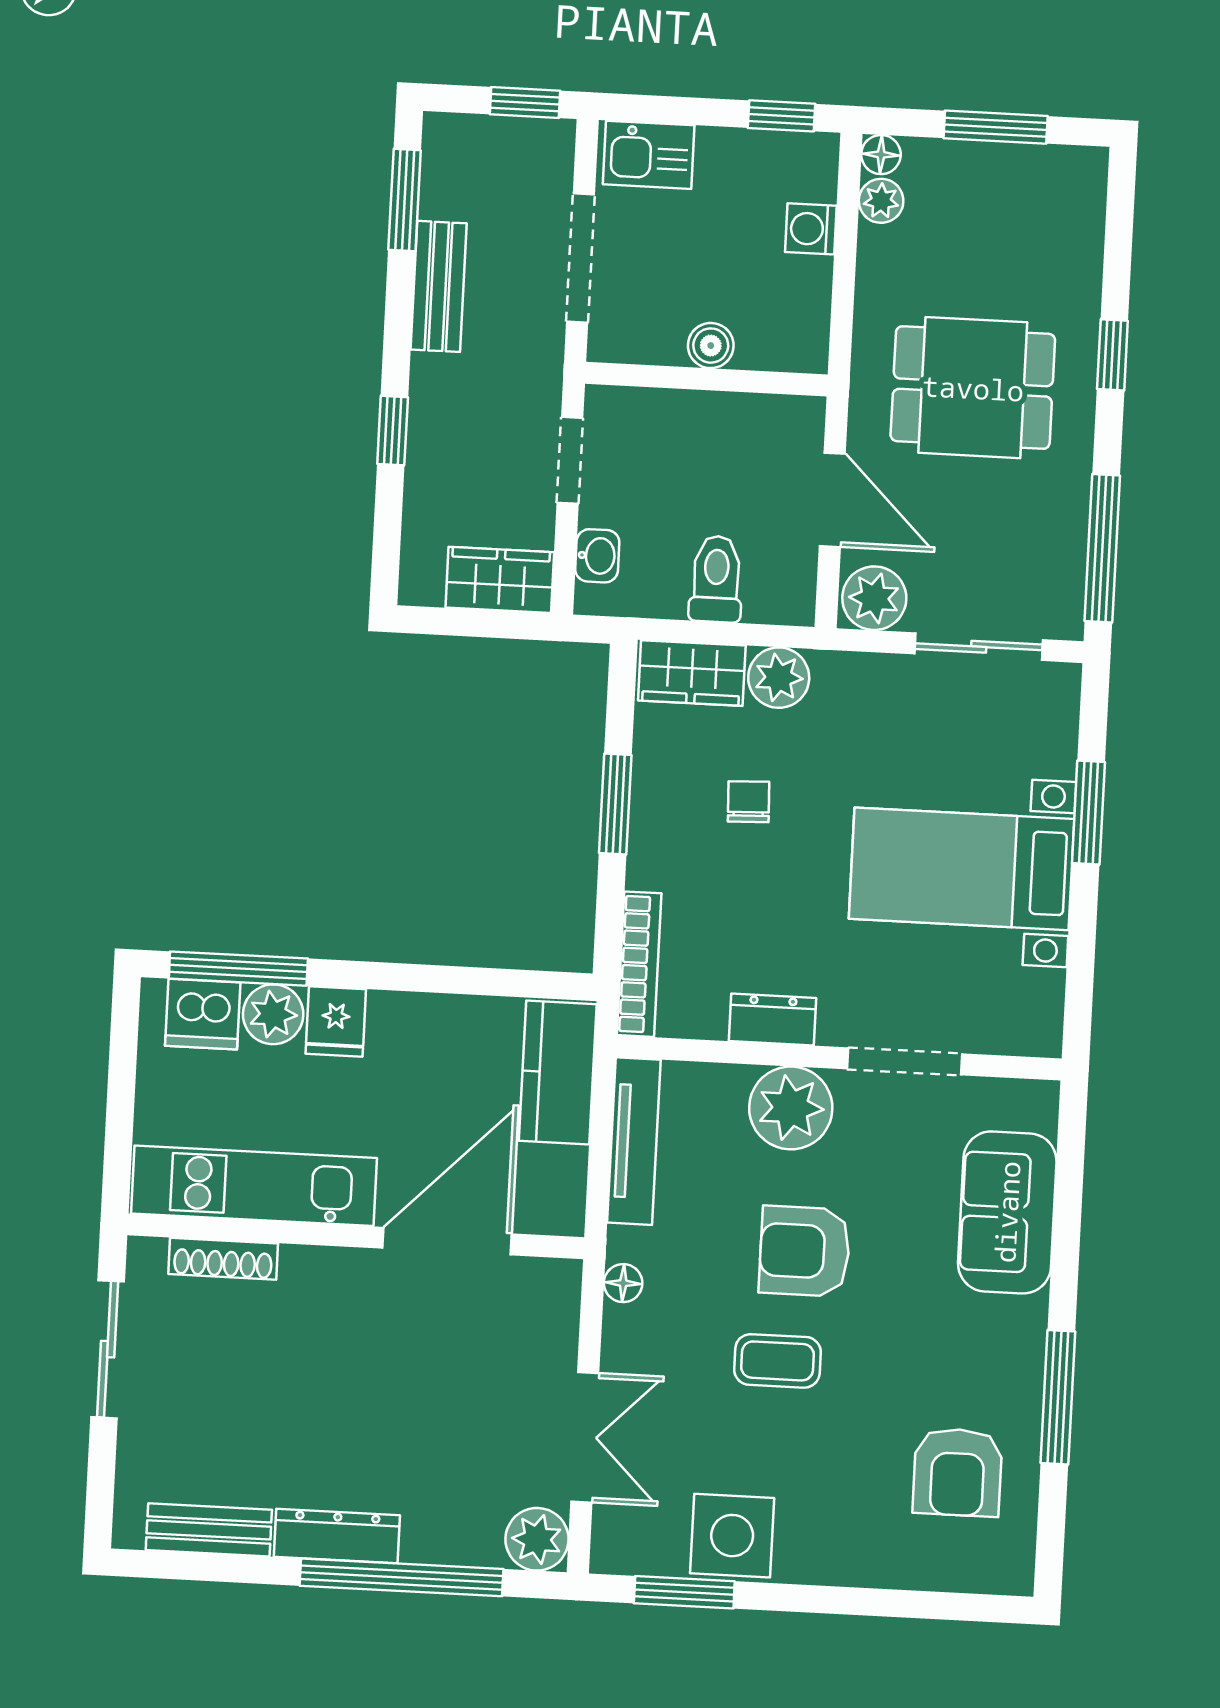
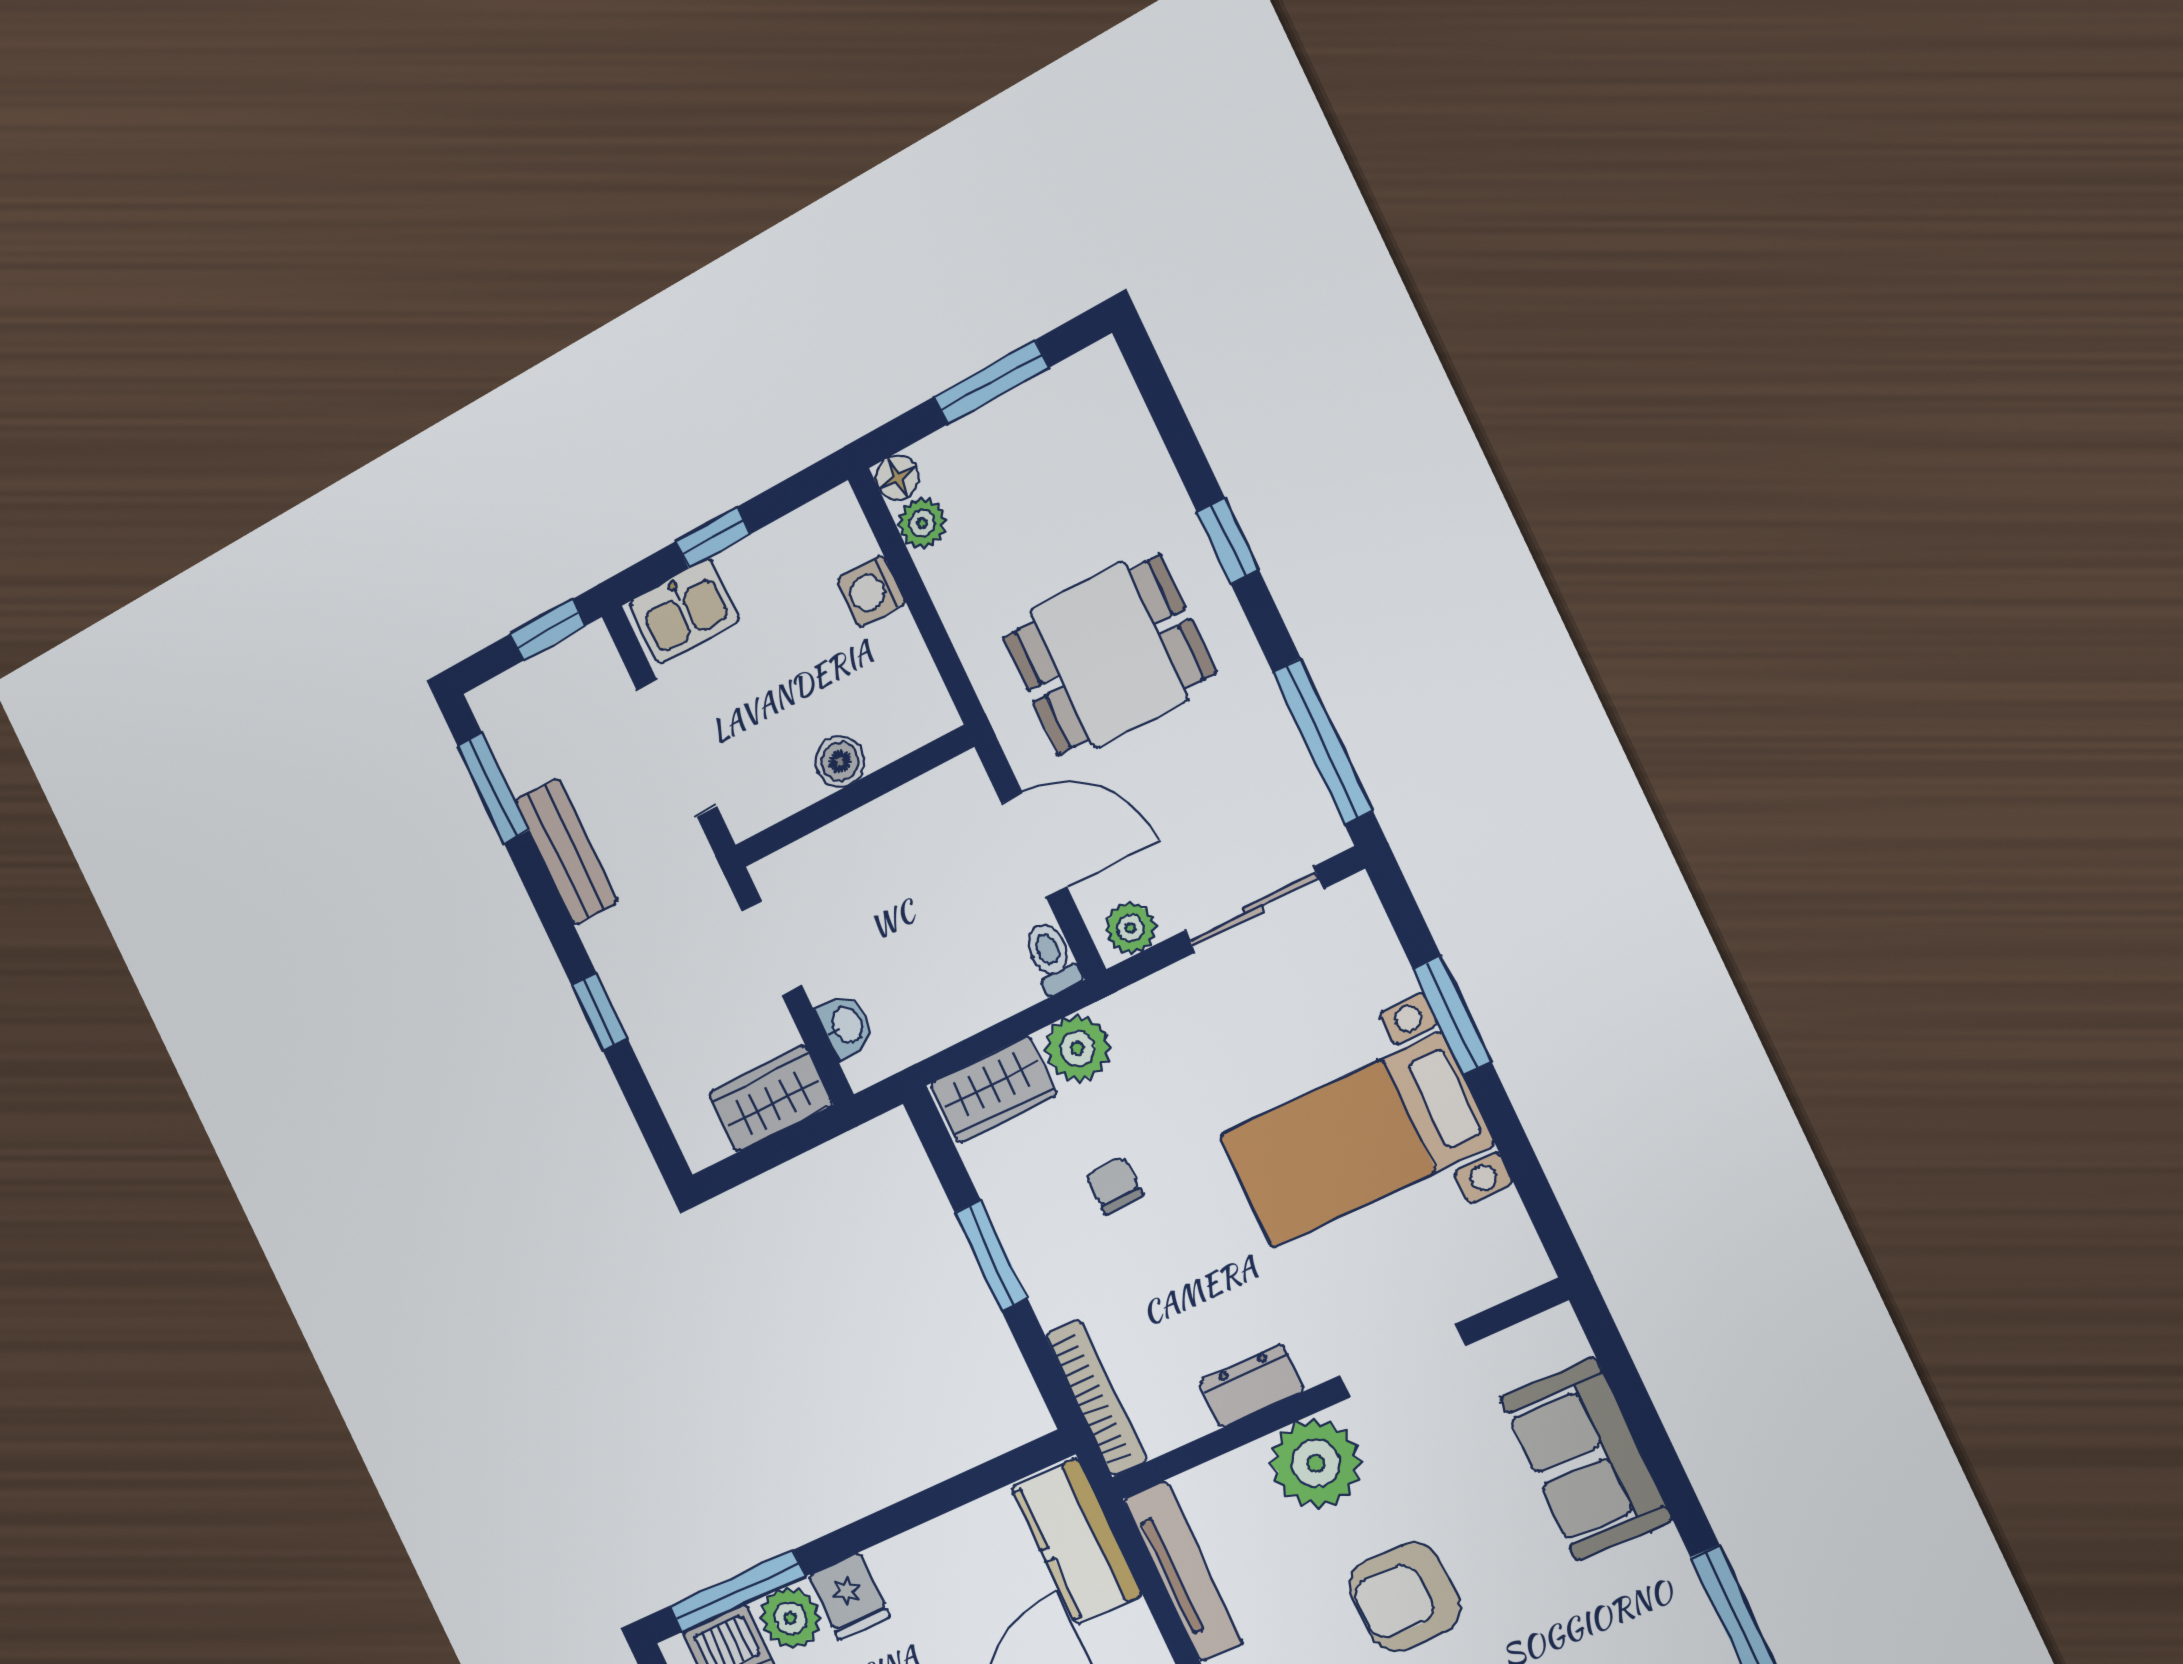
window: (782, 116) -> (713, 538), moved
toilet: (716, 579) -> (1052, 958), moved, width x0.73, depth x0.72
plant: (874, 598) -> (1131, 928), width x0.73, depth x0.73

